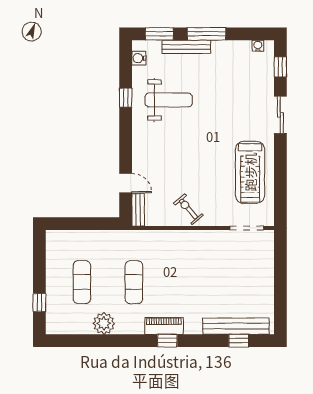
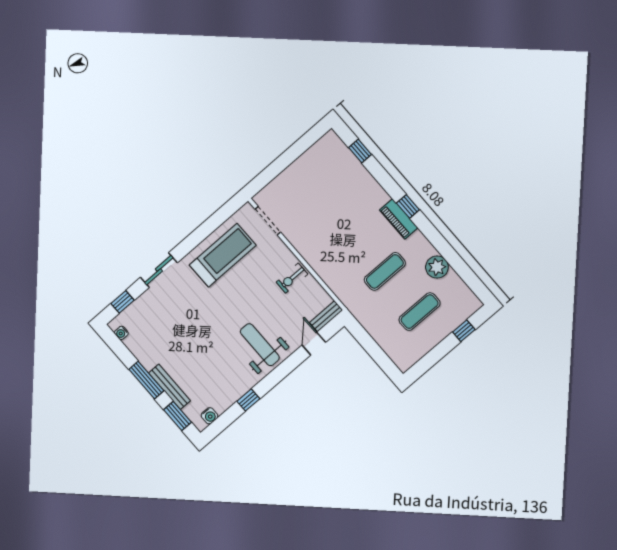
weight bench: (169, 100) -> (260, 345), moved
exercise bike: (188, 209) -> (292, 278), turned 41
bench: (236, 326) -> (351, 163), removed

